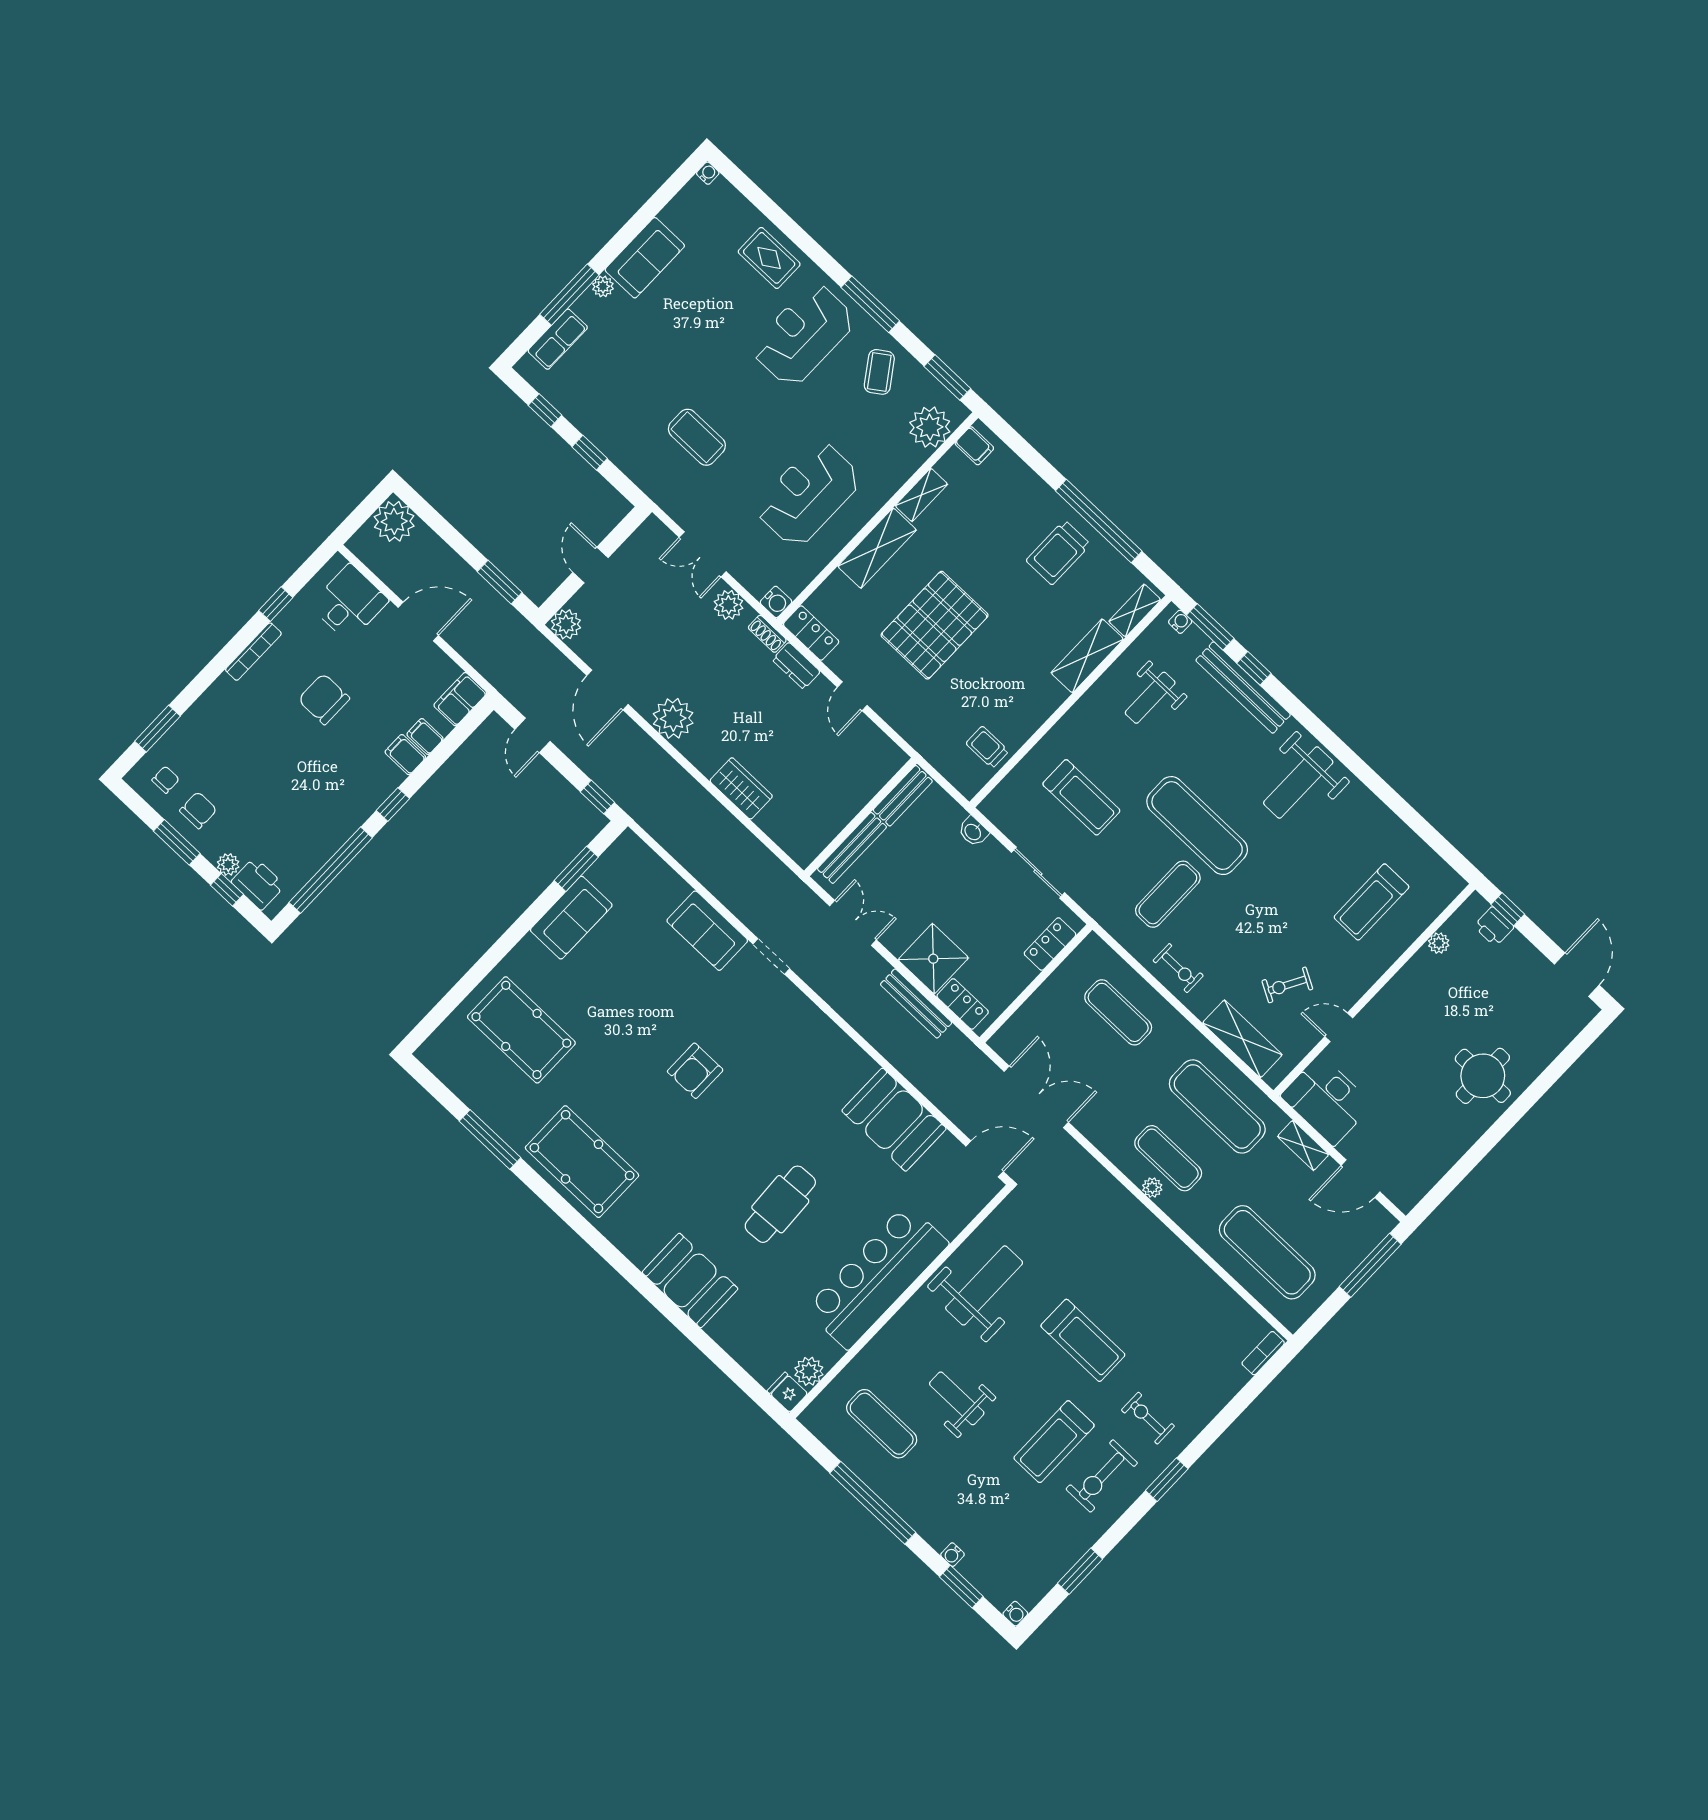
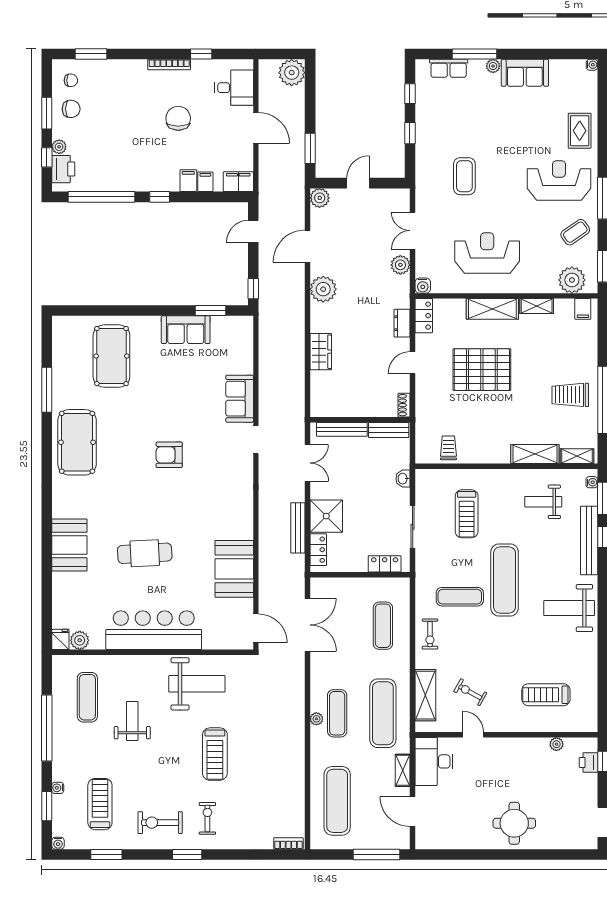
shoe rack: (767, 634) -> (404, 405), moved
treadmill: (1054, 1442) -> (100, 804), moved, turned 90

